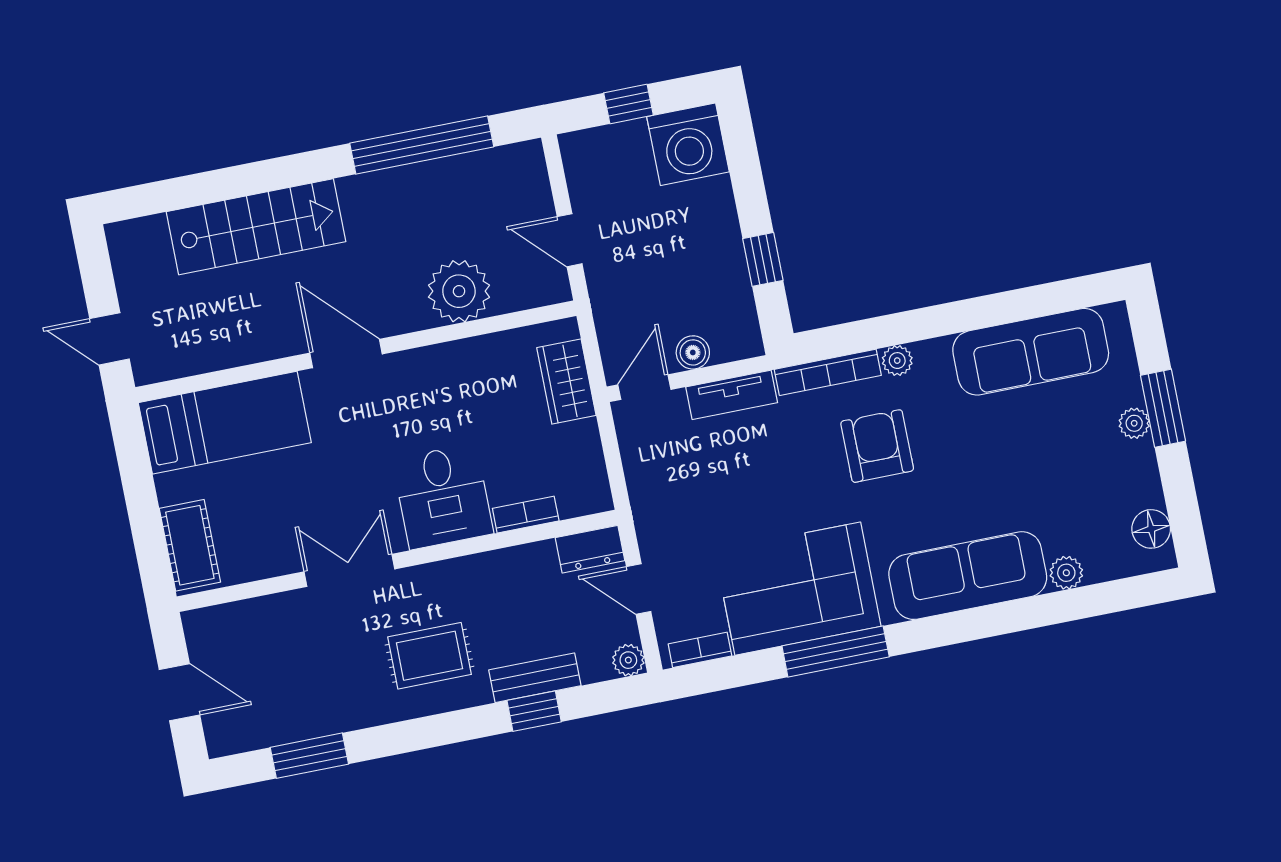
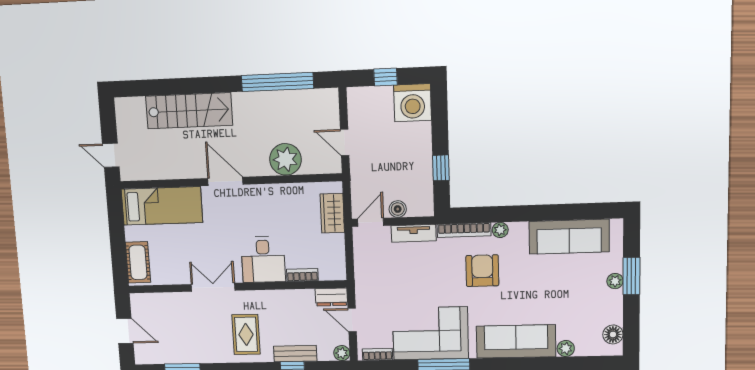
rug: (429, 656) -> (246, 334), turned 90

